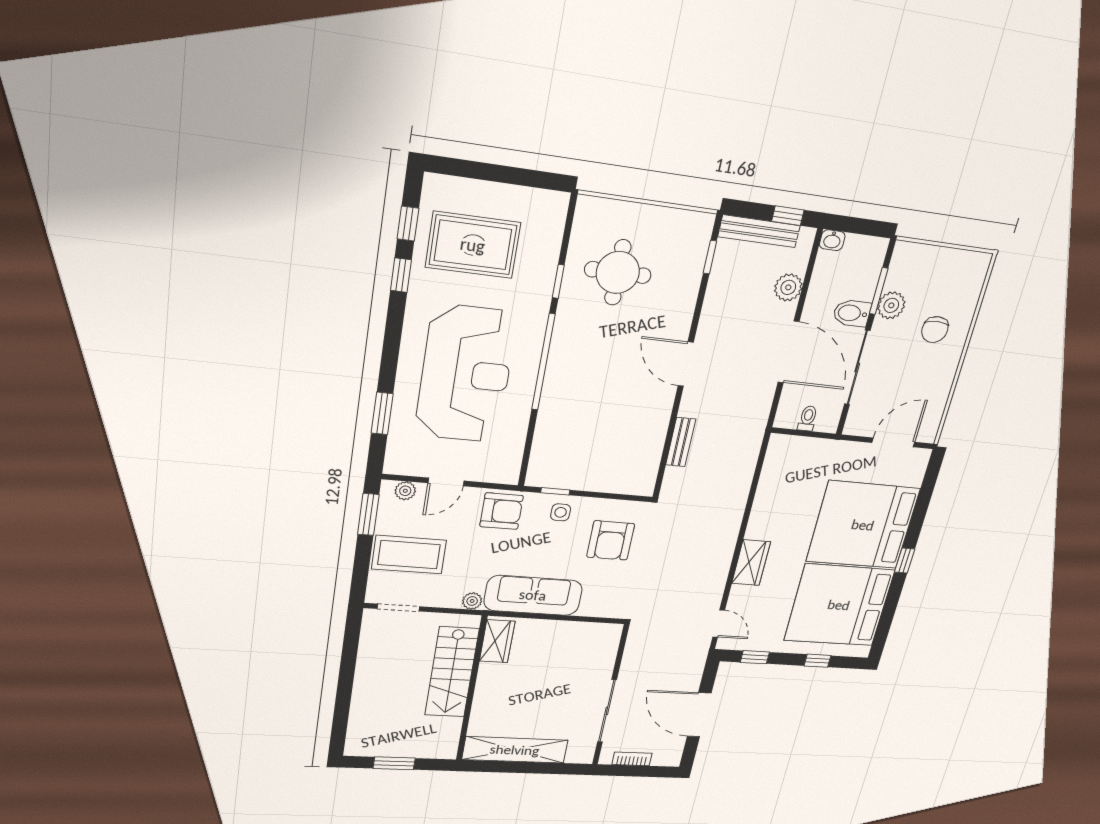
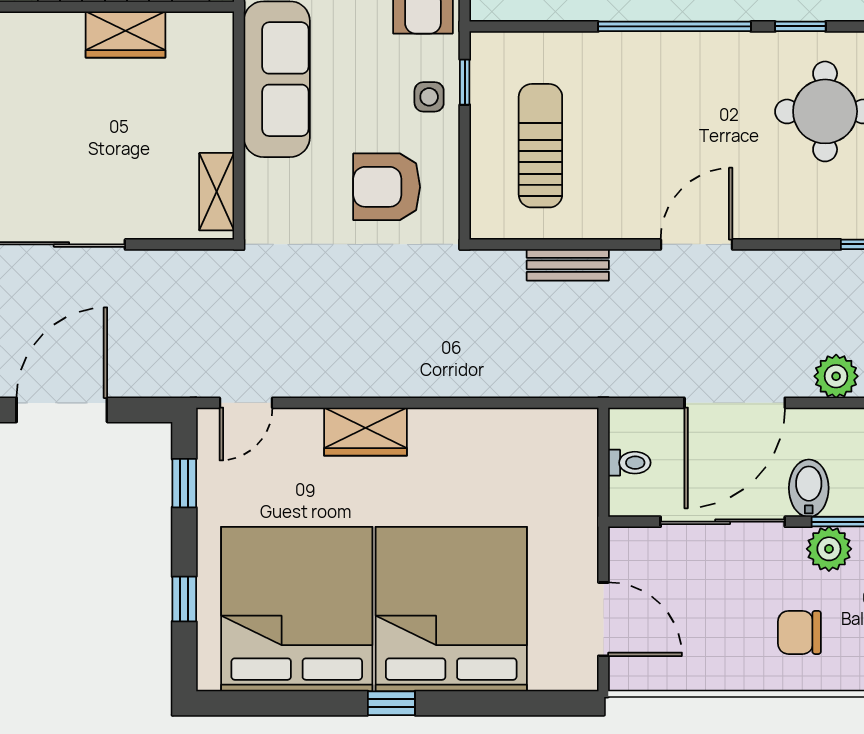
sun lounger: (604, 451) -> (540, 146), added
shelving: (594, 631) -> (217, 192), added
wardrobe: (497, 641) -> (126, 35), moved

